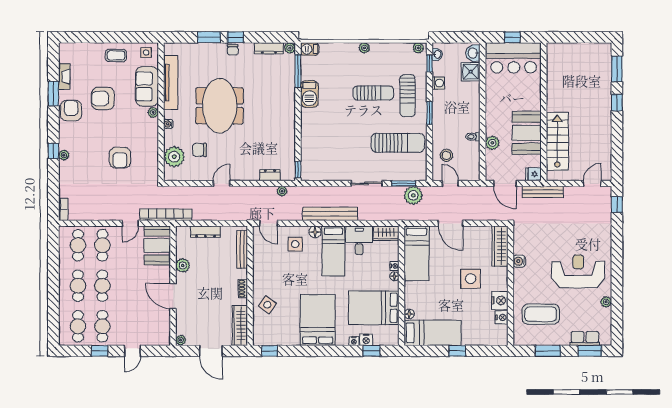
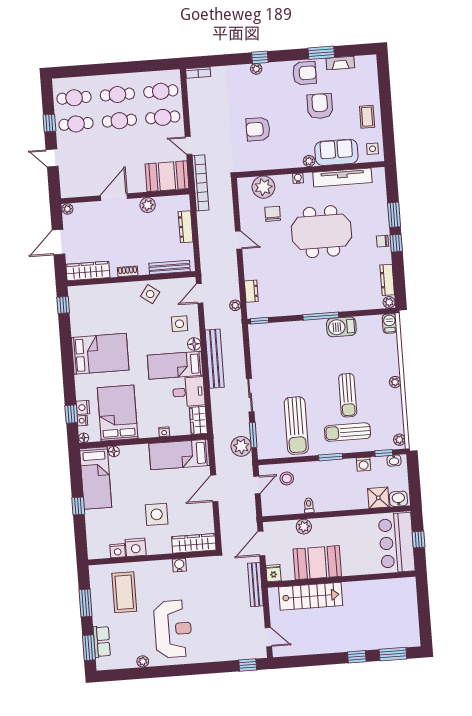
window: (298, 71) -> (321, 316), moved
floor lamp: (394, 276) -> (84, 438), moved
side table: (267, 305) -> (150, 294), moved
nightstand: (354, 341) -> (82, 421), moved

